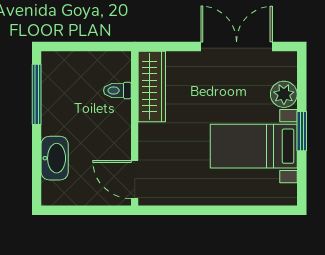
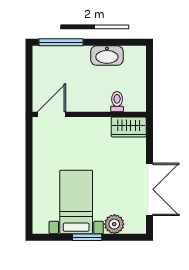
wardrobe: (152, 86) -> (129, 127), width x0.67
window: (37, 94) -> (61, 42), moved
washbasin: (55, 158) -> (107, 56), moved

